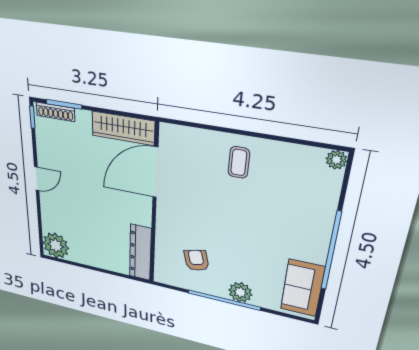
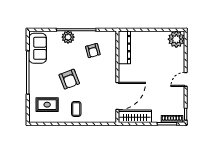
plant: (336, 160) -> (33, 118), removed
rug: (300, 182) -> (47, 105), added
armchair: (247, 221) -> (69, 79), added

